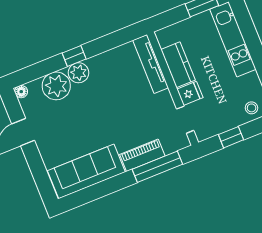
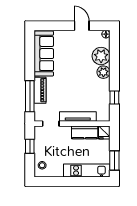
window: (74, 56) -> (114, 97), moved
tv unit: (151, 64) -> (78, 116), moved
fridge: (190, 93) -> (104, 133), moved

